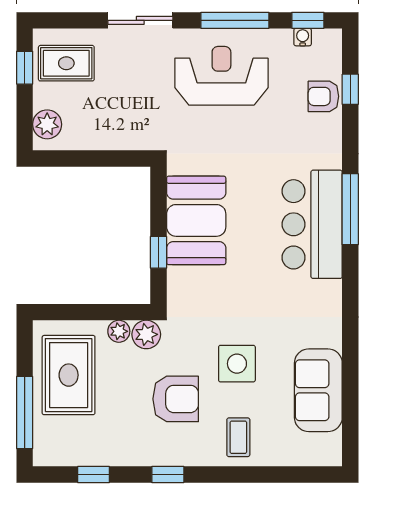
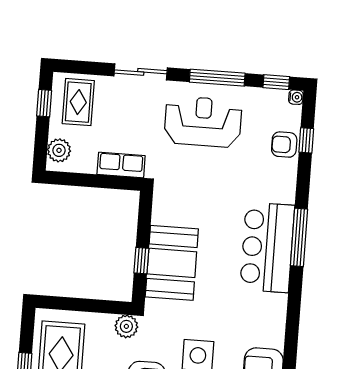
water cooler: (303, 37) -> (296, 97), moved, turned 90
rug: (66, 63) -> (78, 102), turned 90
row of seats: (125, 137) -> (121, 165), added
booth: (196, 220) -> (172, 263), moved
plant: (119, 331) -> (104, 322), removed

